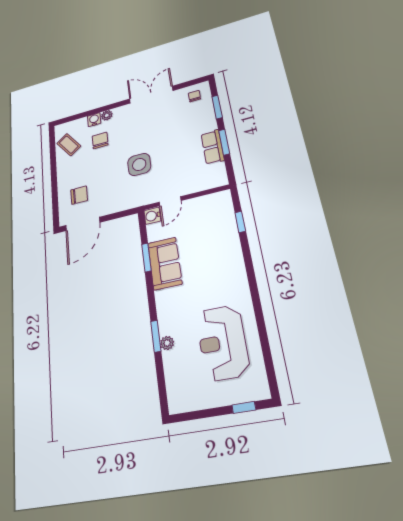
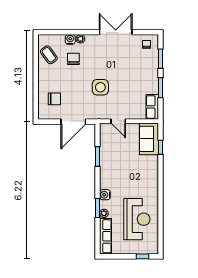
row of seats: (212, 147) -> (152, 107), moved
door: (170, 201) -> (118, 121), hinge flipped
water cooler: (152, 216) -> (105, 195), moved
door: (83, 224) -> (73, 122), moved
sofa: (165, 263) -> (149, 139), moved, turned 180
reception desk: (222, 343) -> (137, 219), turned 180
row of seats: (175, 382) -> (106, 236), added

